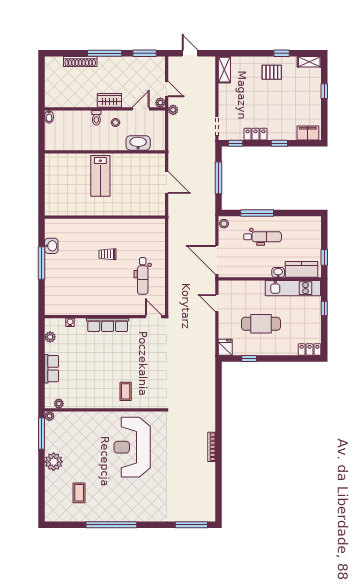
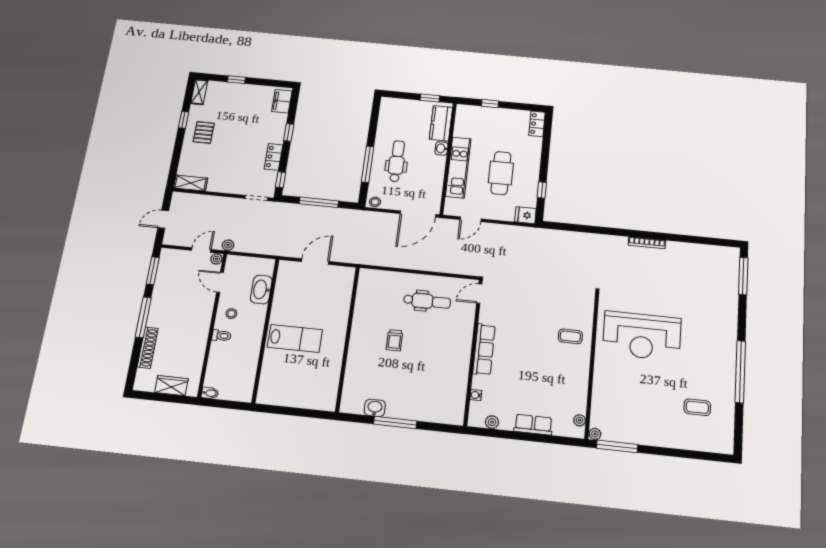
wardrobe: (109, 100) -> (171, 386), moved, turned 90
kitchen unit: (293, 288) -> (458, 167), moved
plant: (54, 462) -> (655, 435), removed

